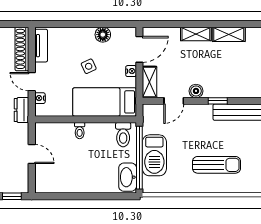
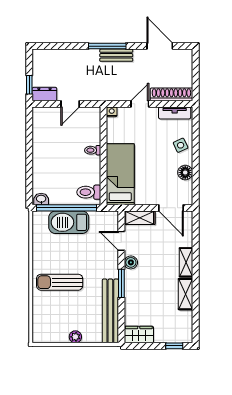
side table: (89, 66) -> (181, 145), moved
nightstand: (131, 71) -> (150, 200), removed
nightstand: (40, 98) -> (112, 112), moved
window: (218, 101) -> (121, 283), width x1.50
dresser: (21, 110) -> (44, 94), moved
sun lounger: (216, 165) -> (60, 282), turned 90
washbasin: (128, 177) -> (41, 199), width x0.52, depth x0.69

